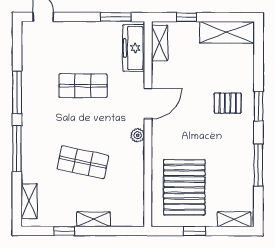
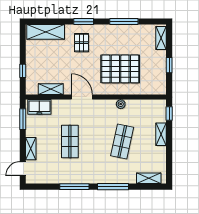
shelving: (73, 29) -> (31, 149), added
shelving: (227, 32) -> (46, 32), moved, turned 90
shelving: (160, 43) -> (51, 89), moved
freezer: (134, 48) -> (39, 107), width x0.71
plant: (138, 135) -> (121, 104), moved
pallet: (184, 187) -> (120, 69), moved
window: (64, 231) -> (169, 113), moved

